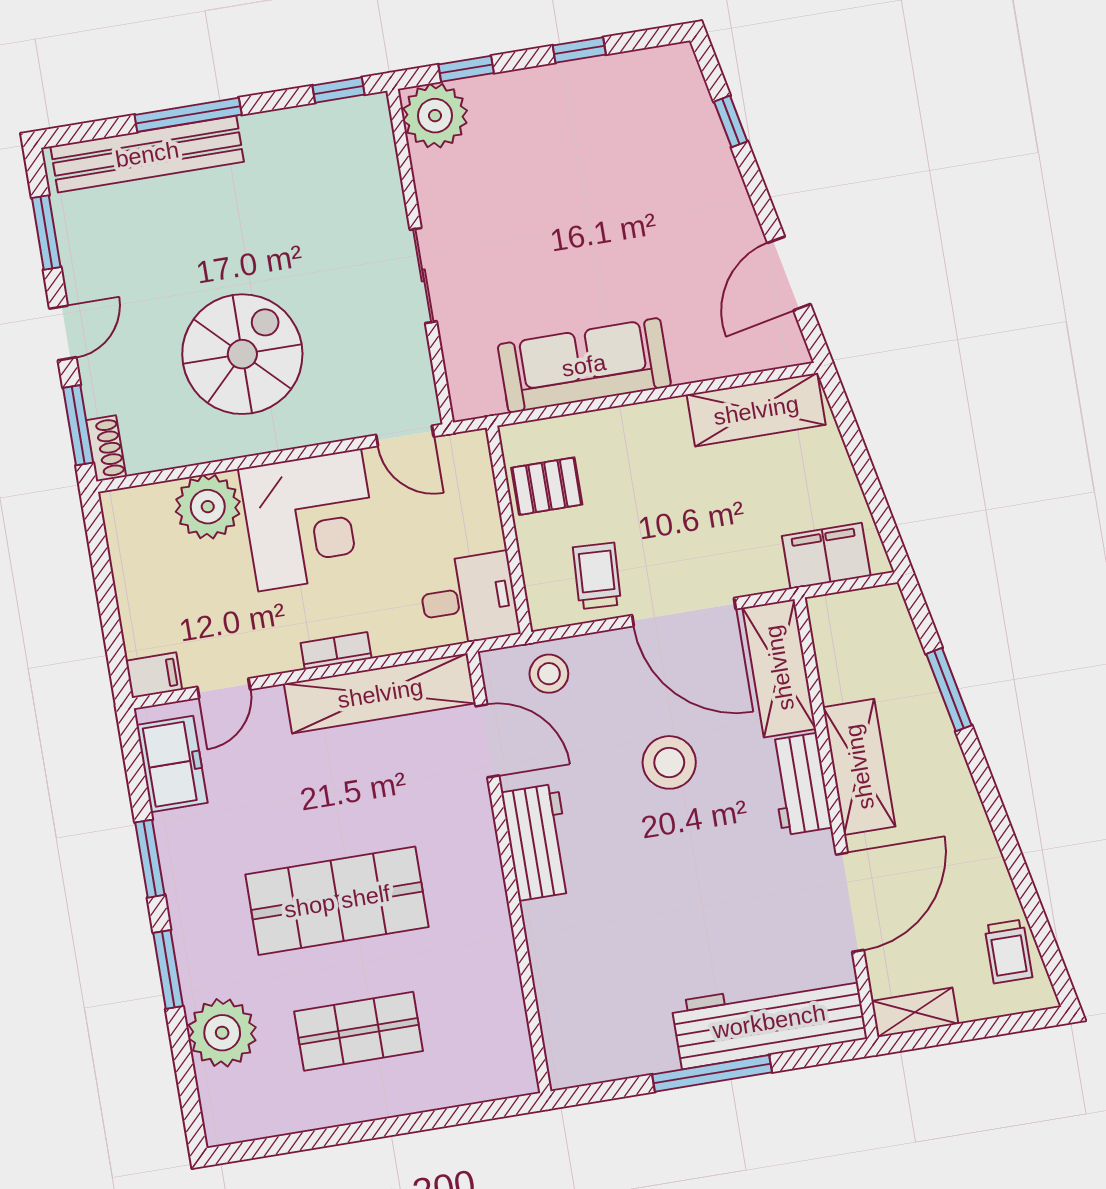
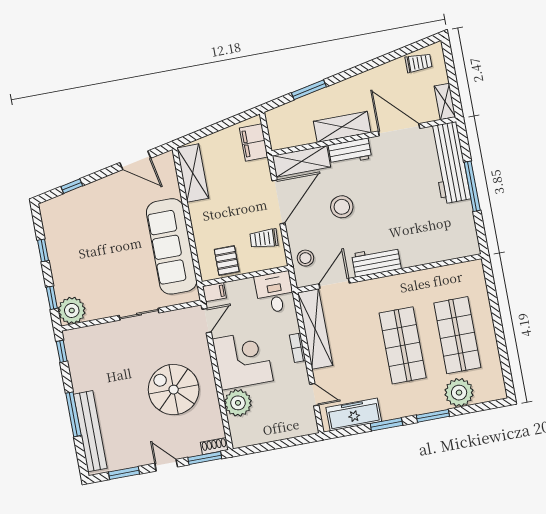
sofa: (584, 365) -> (172, 246), width x1.36, depth x1.27
filing cabinet: (154, 675) -> (214, 292), moved, turned 90
freezer: (172, 764) -> (354, 414), width x1.40
shop shelf: (359, 1031) -> (457, 335), width x1.43, depth x1.36

